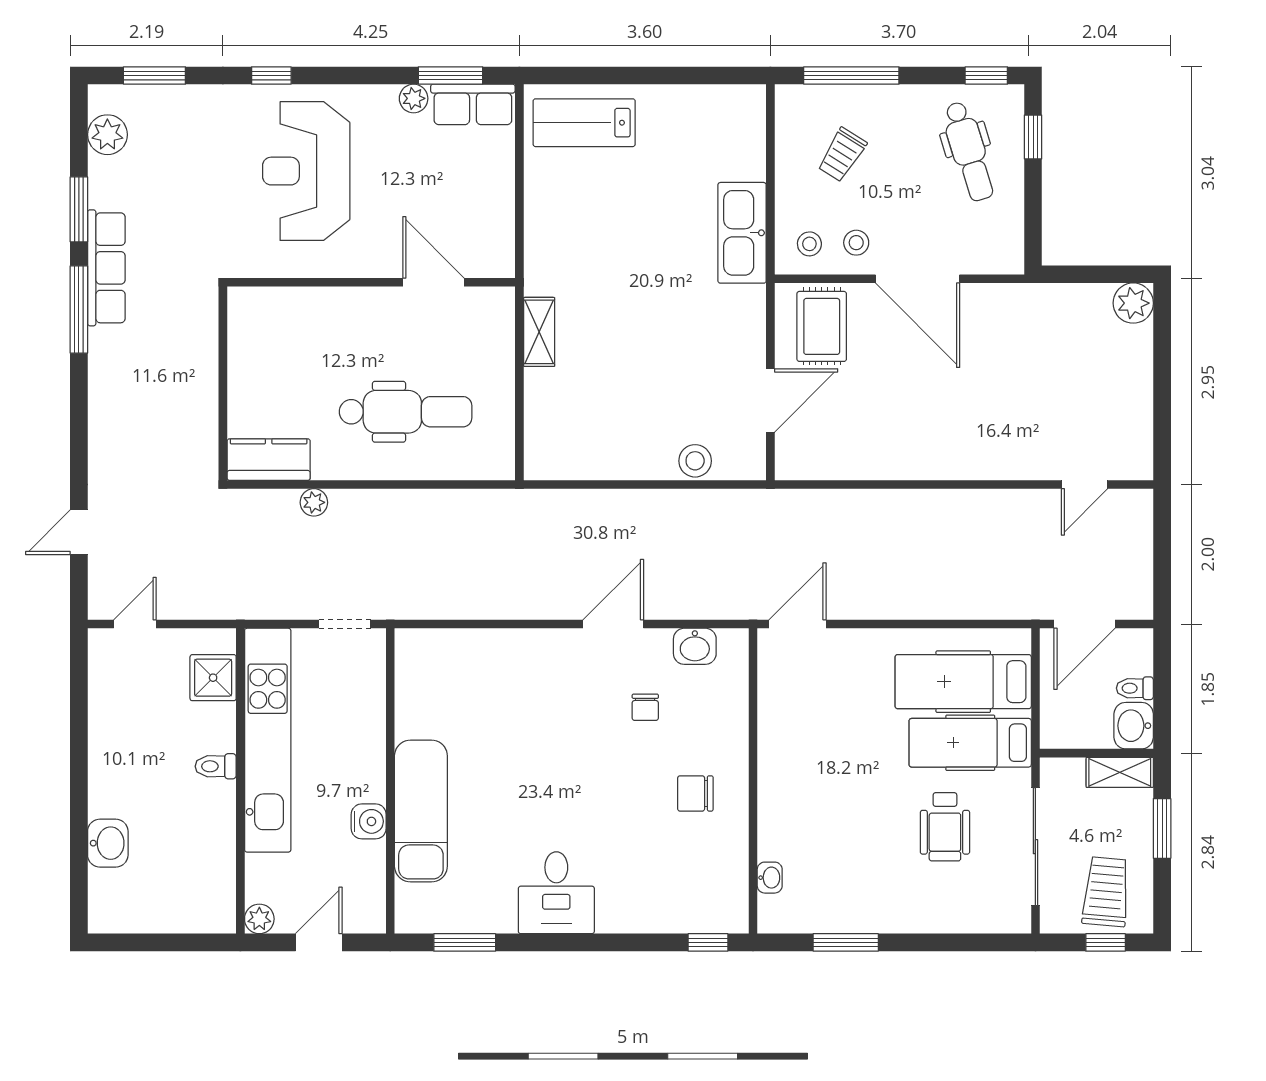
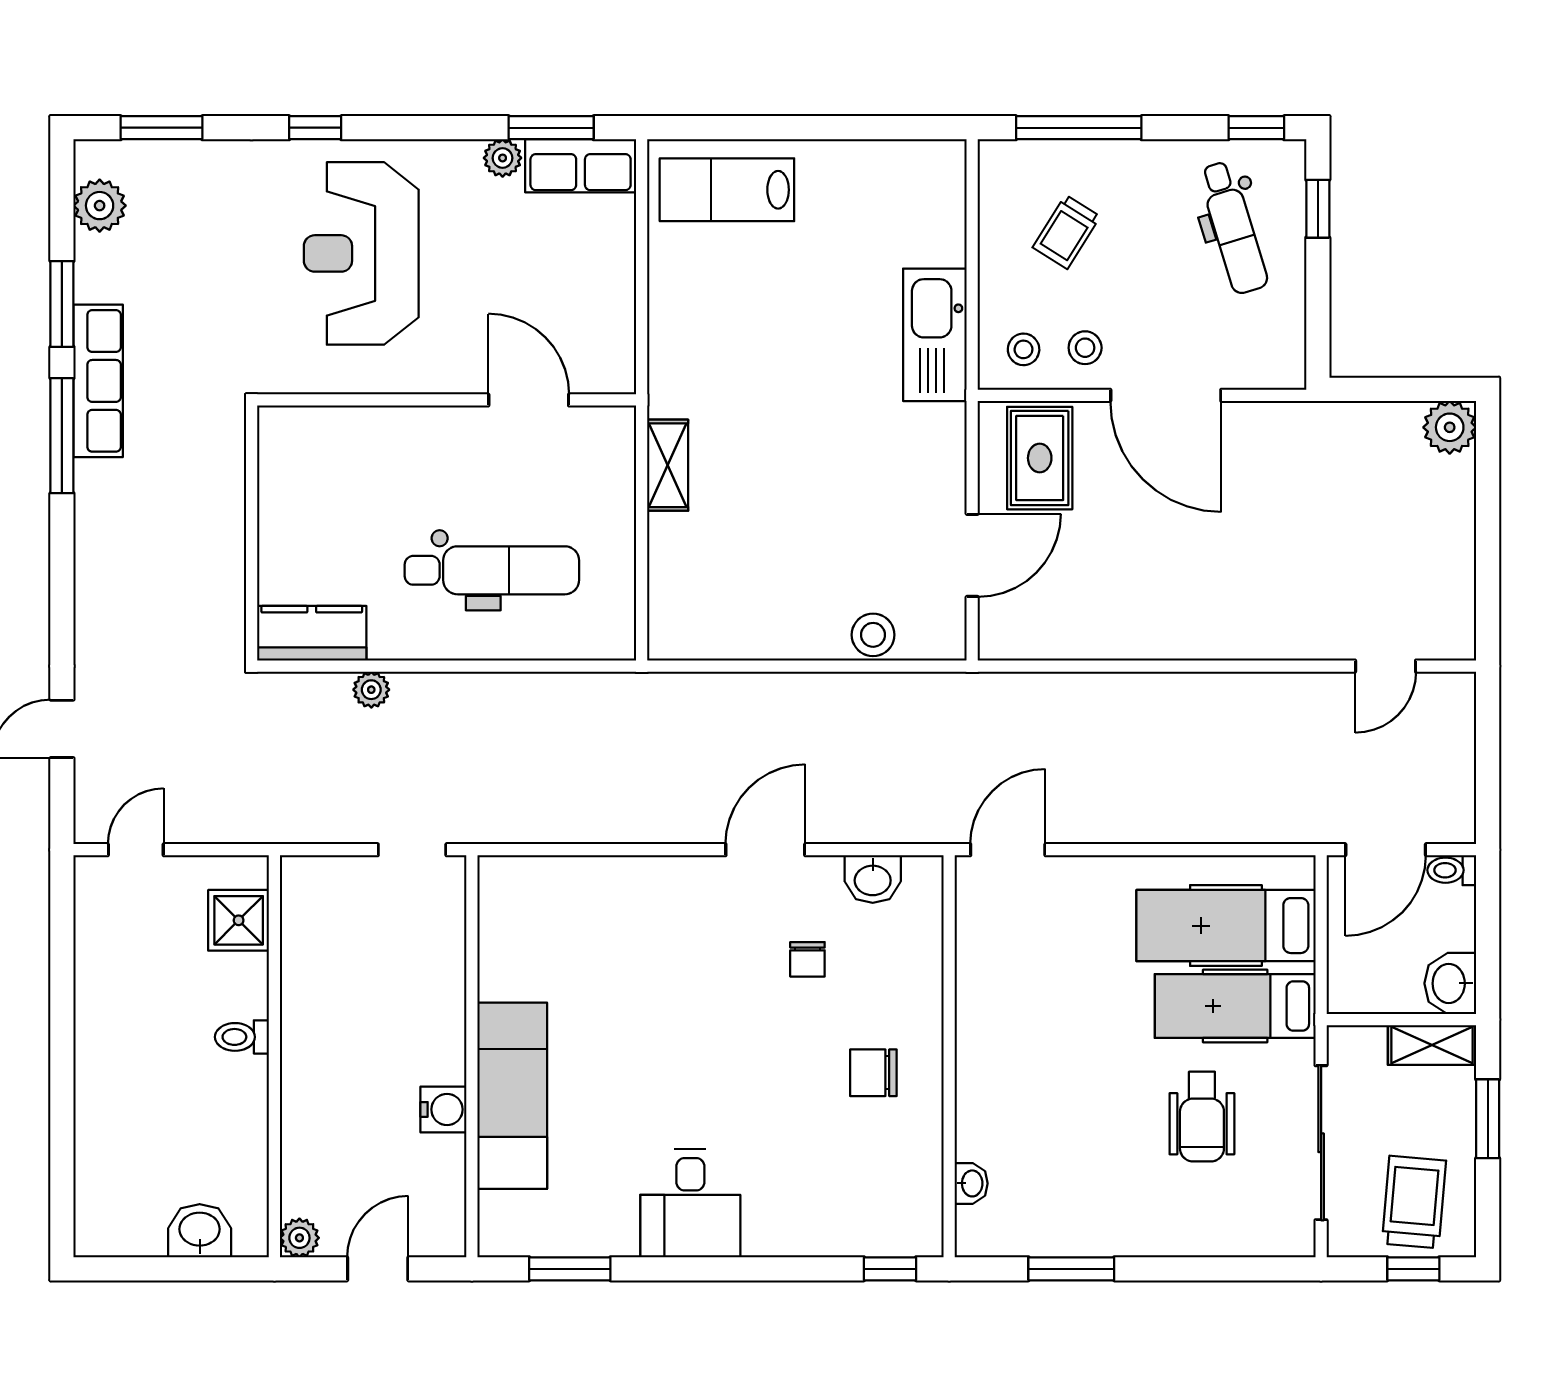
toilet: (1135, 688) -> (1452, 870), moved
kitchen unit: (268, 740) -> (310, 1003), removed
washbasin: (108, 843) -> (200, 1231), moved, turned -90

